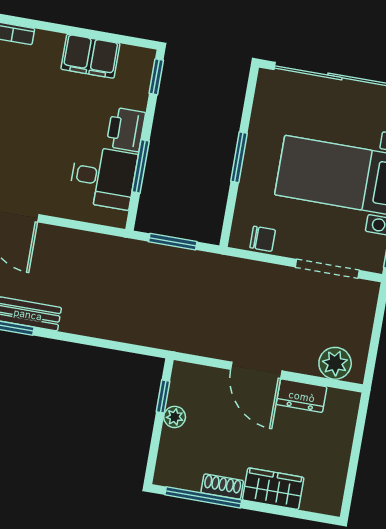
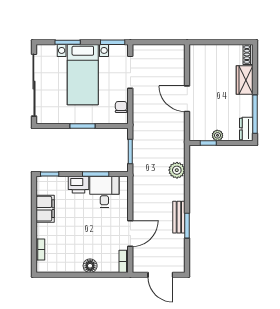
plant: (335, 363) -> (177, 170), moved
door: (256, 370) -> (187, 99), swing flipped
dresser: (302, 396) -> (246, 129), moved, turned 180
shoe rack: (222, 487) -> (248, 54), moved

